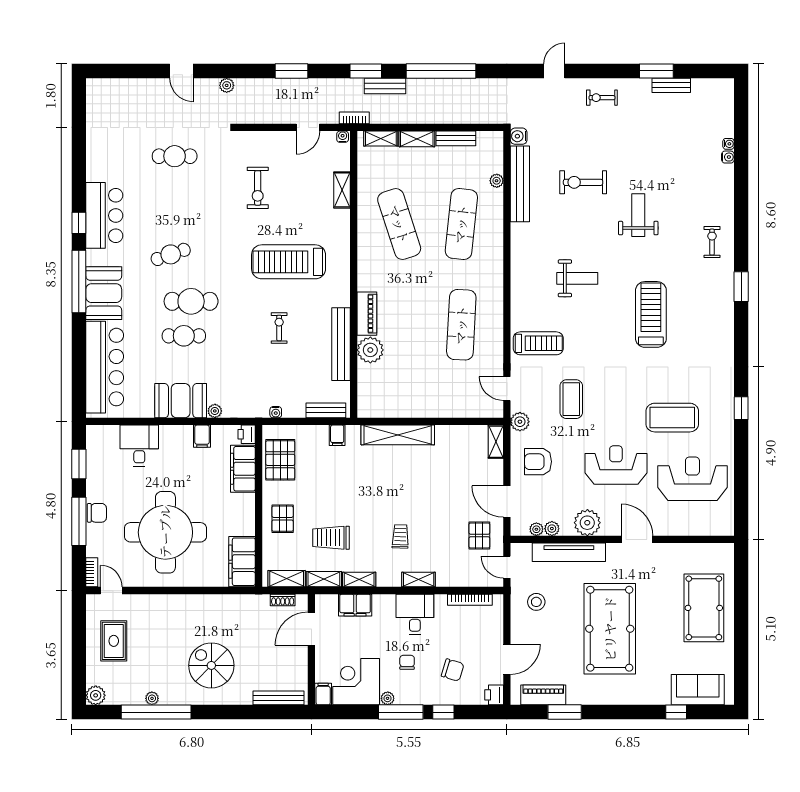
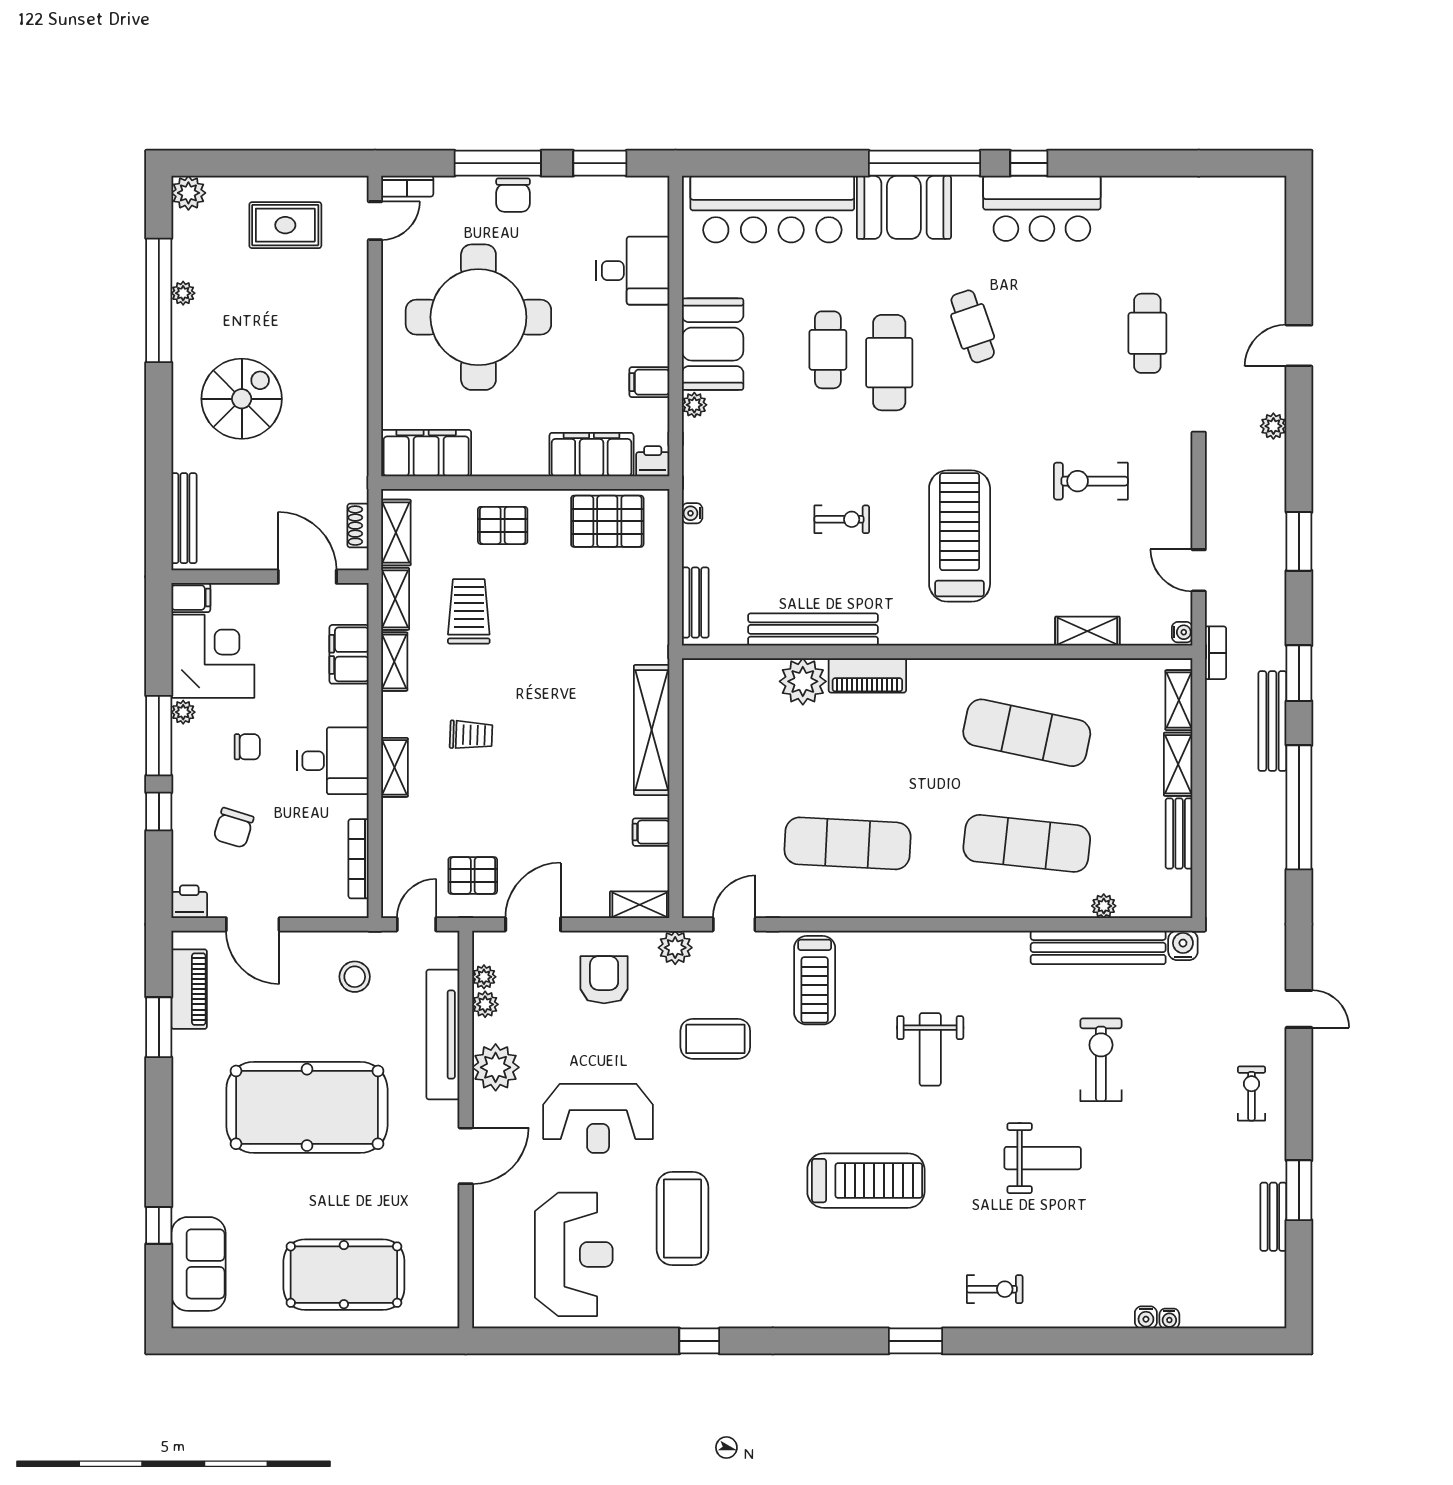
bench: (385, 86) -> (1272, 721), width x1.36
exercise mat: (399, 224) -> (1027, 733), turned 30
filing cabinet: (337, 435) -> (651, 832), moved
reception desk: (616, 465) -> (598, 1118), turned 90

